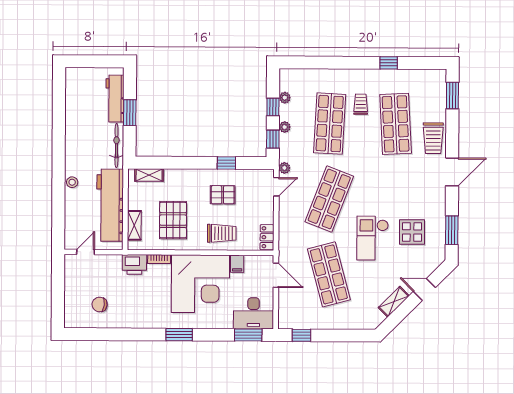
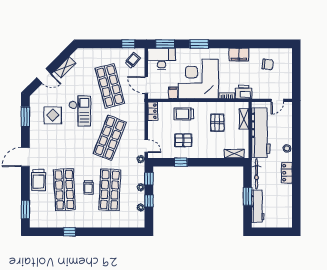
trolley: (361, 104) -> (88, 187), moved
trolley: (433, 138) -> (38, 180), turned 180
locker: (72, 147) -> (287, 173), added
door: (276, 187) -> (146, 146), swing flipped
pallet: (173, 220) -> (217, 123), width x0.67, depth x0.71
trolley: (296, 312) -> (133, 60), added
filing cabinet: (141, 319) -> (239, 55), added
window: (179, 335) -> (199, 44), moved

